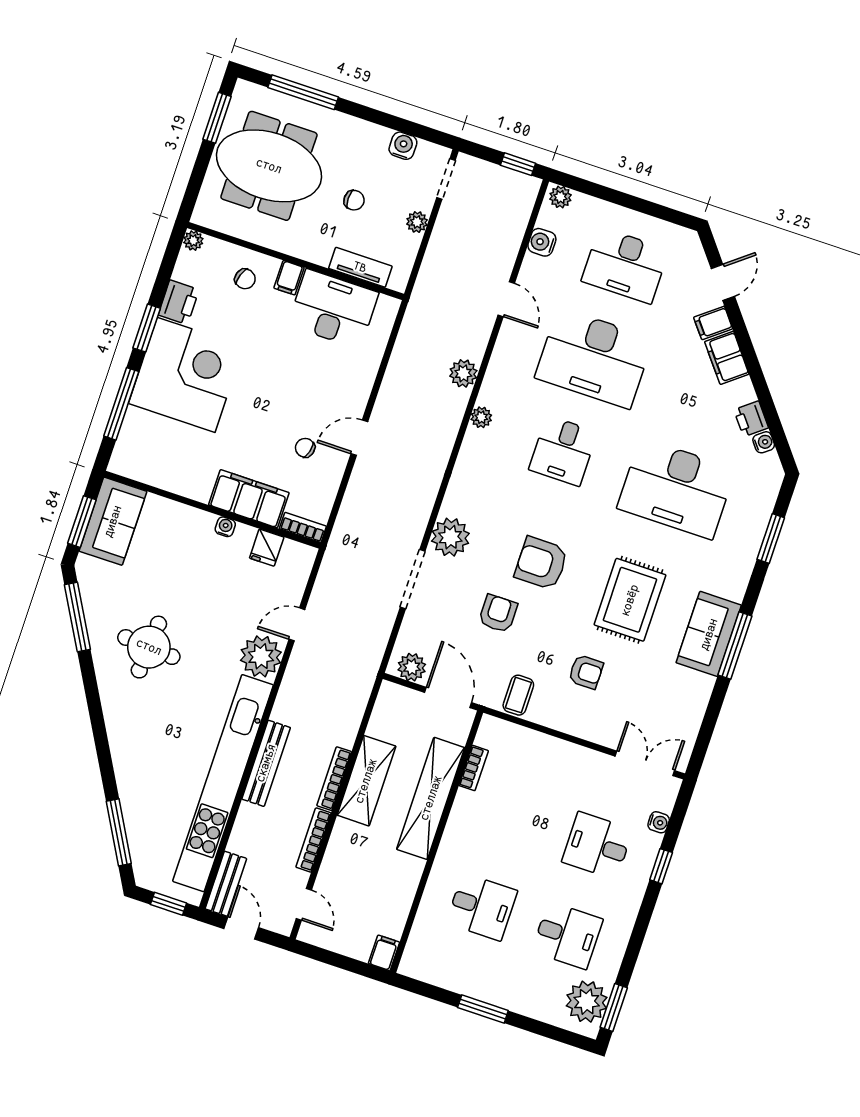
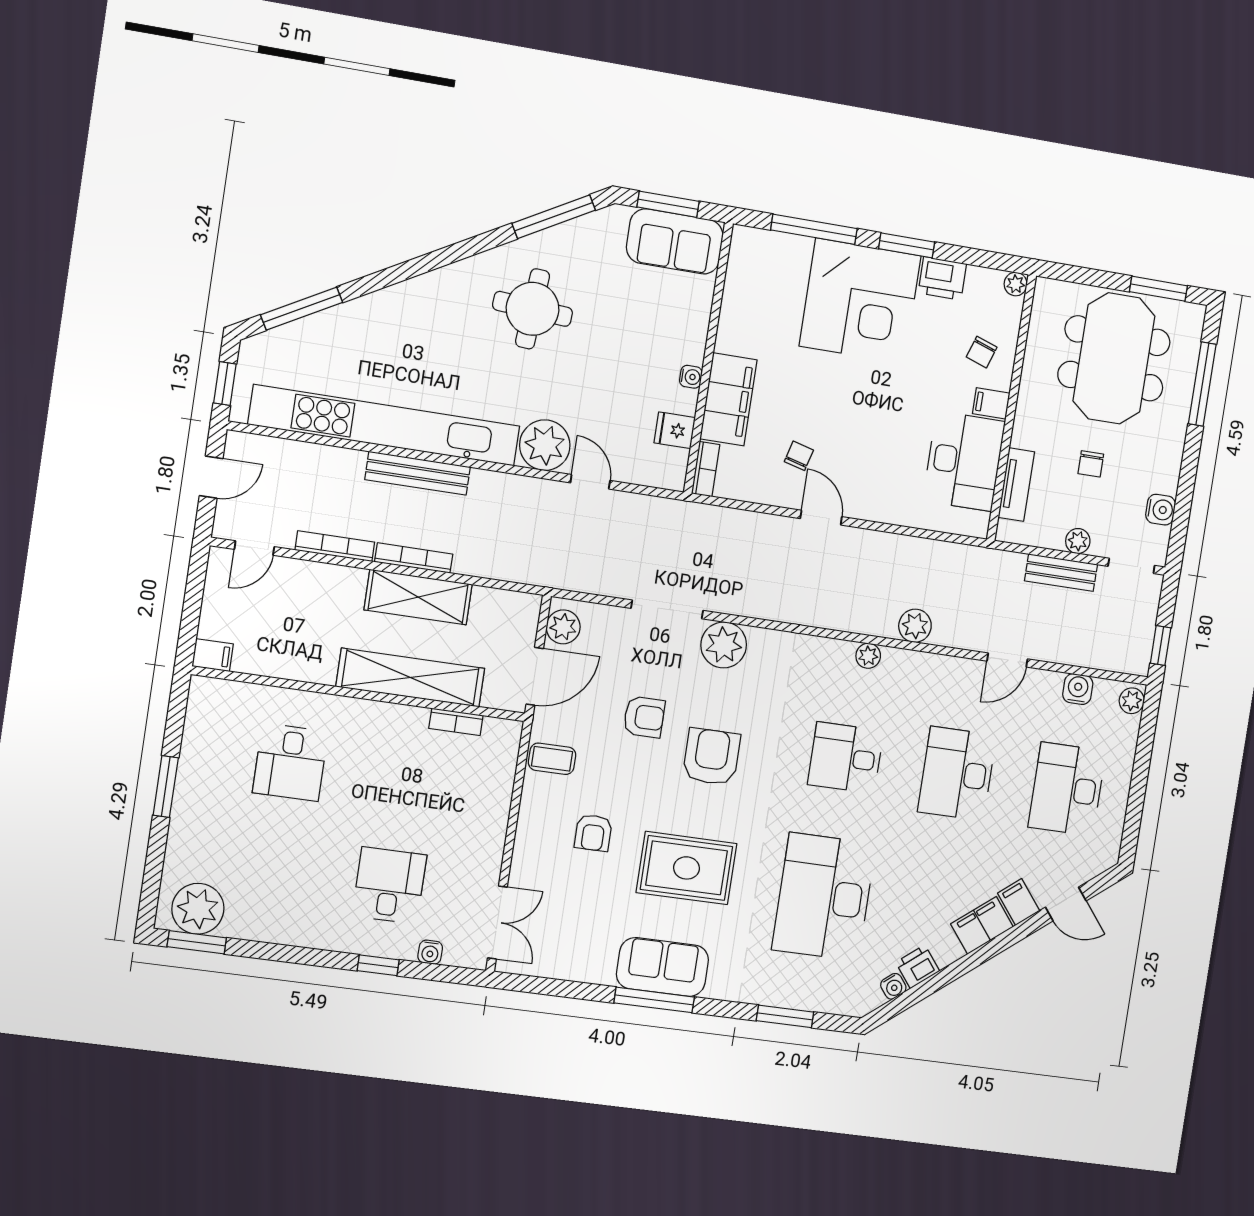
desk: (594, 358) -> (957, 774), width x0.73, depth x0.77
bench: (226, 884) -> (1061, 573), moved
desk: (567, 935) -> (274, 870), removed

